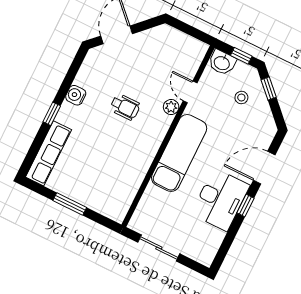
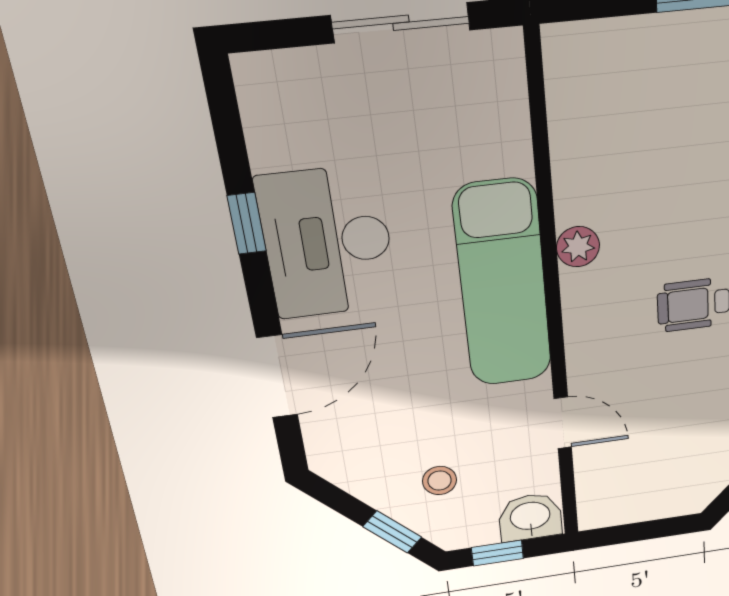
plant: (171, 107) -> (578, 247), moved
window: (245, 205) -> (247, 223), moved

